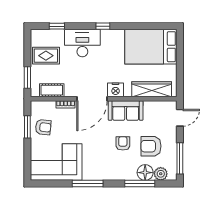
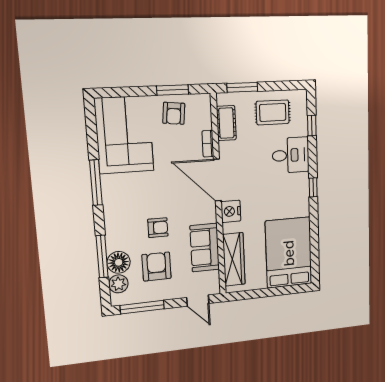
desk: (82, 43) -> (291, 155), width x0.73
rug: (46, 56) -> (273, 112), turned 90
sofa: (126, 111) -> (205, 248), moved

